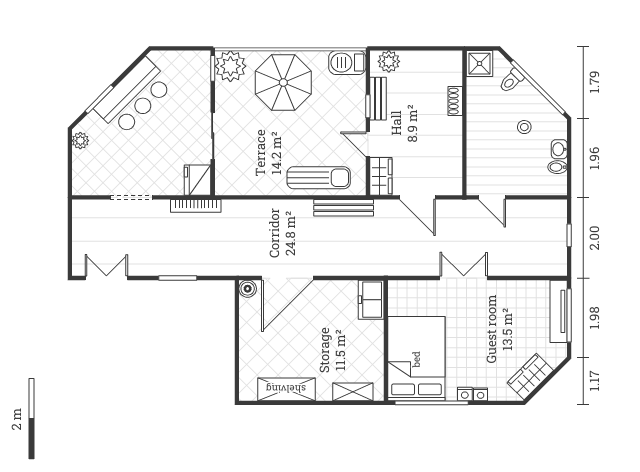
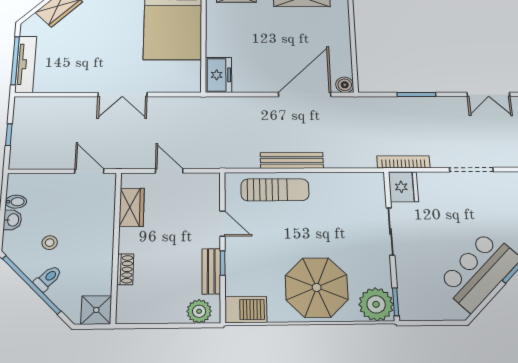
toilet: (511, 81) -> (48, 278), moved
wardrobe: (381, 176) -> (132, 207), moved, turned 180
sun lounger: (319, 178) -> (275, 190), turned 180
door: (417, 197) -> (169, 171), width x0.73
bench: (344, 208) -> (292, 160), moved

